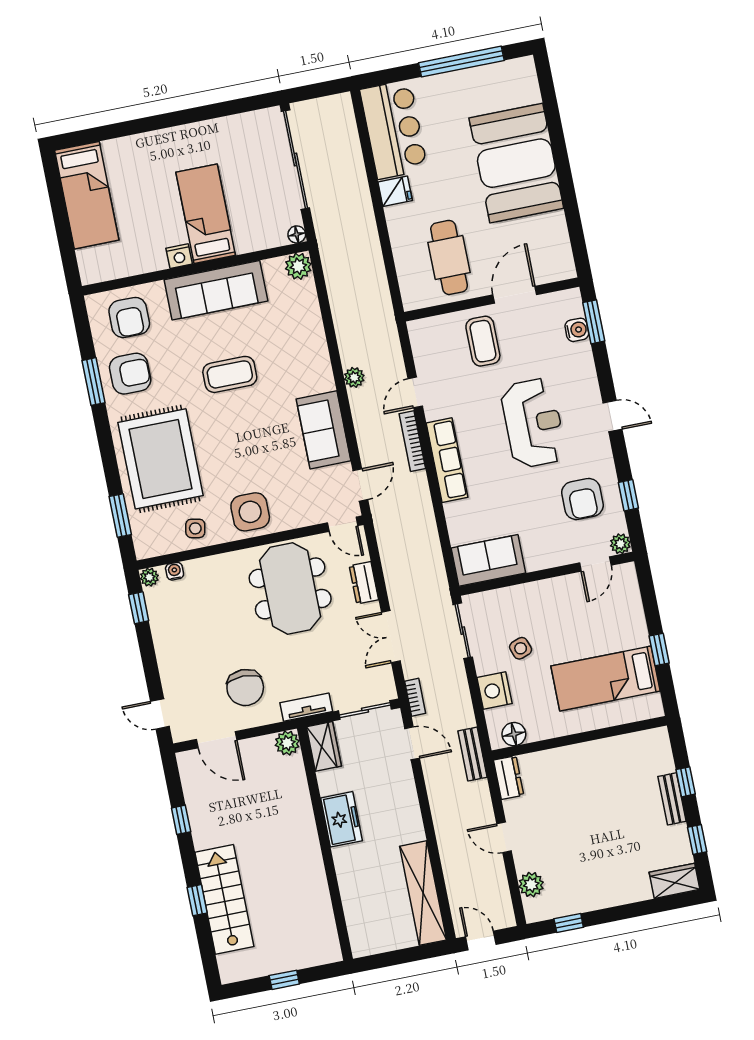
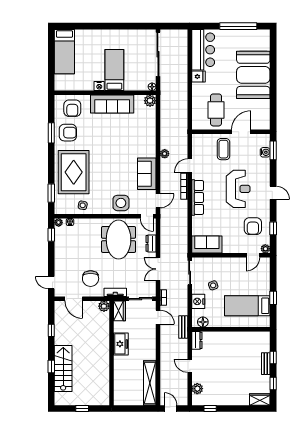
coffee table: (230, 374) -> (111, 142), removed
side table: (250, 512) -> (121, 203), moved

